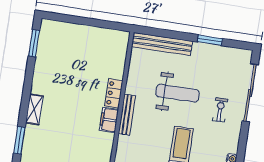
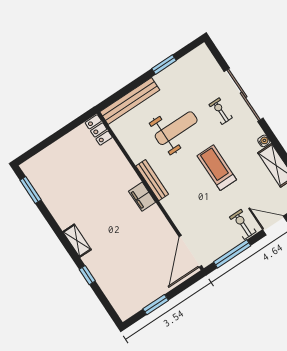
locker: (114, 93) -> (99, 130), moved
sliding door: (250, 93) -> (244, 95), moved
window: (19, 140) -> (87, 275), width x0.67

